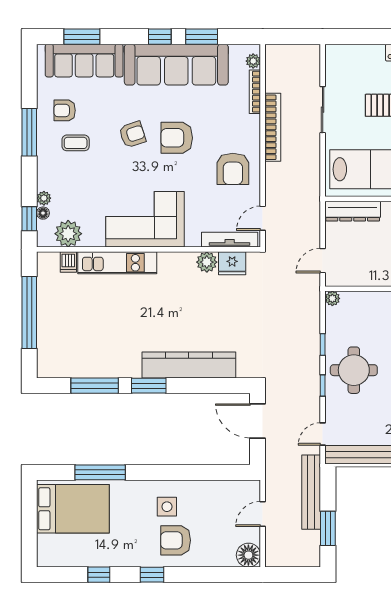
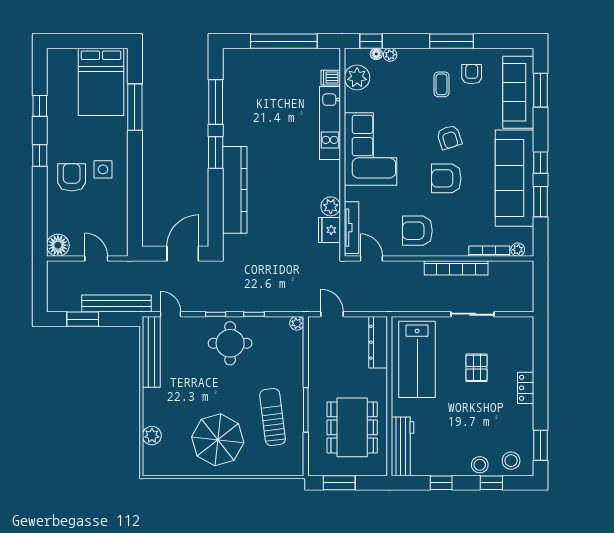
armchair: (177, 138) -> (446, 178), turned -90

